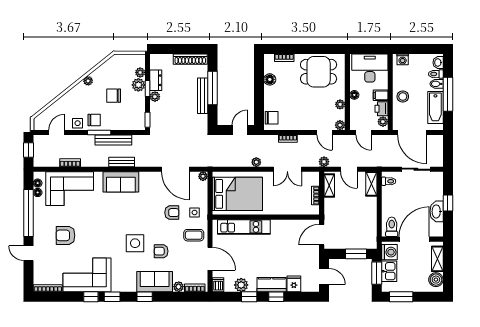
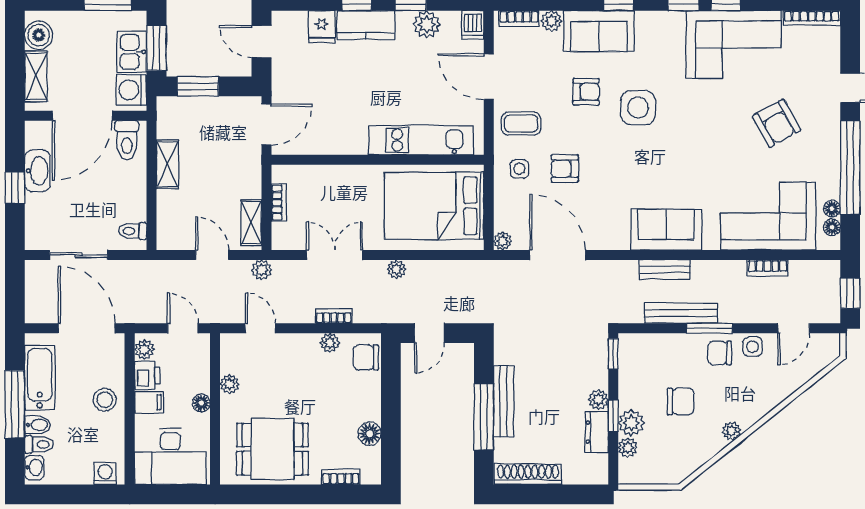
plant: (340, 125) -> (330, 343), moved
shelving: (371, 184) -> (167, 164), moved
armchair: (65, 235) -> (777, 123), turned 61

